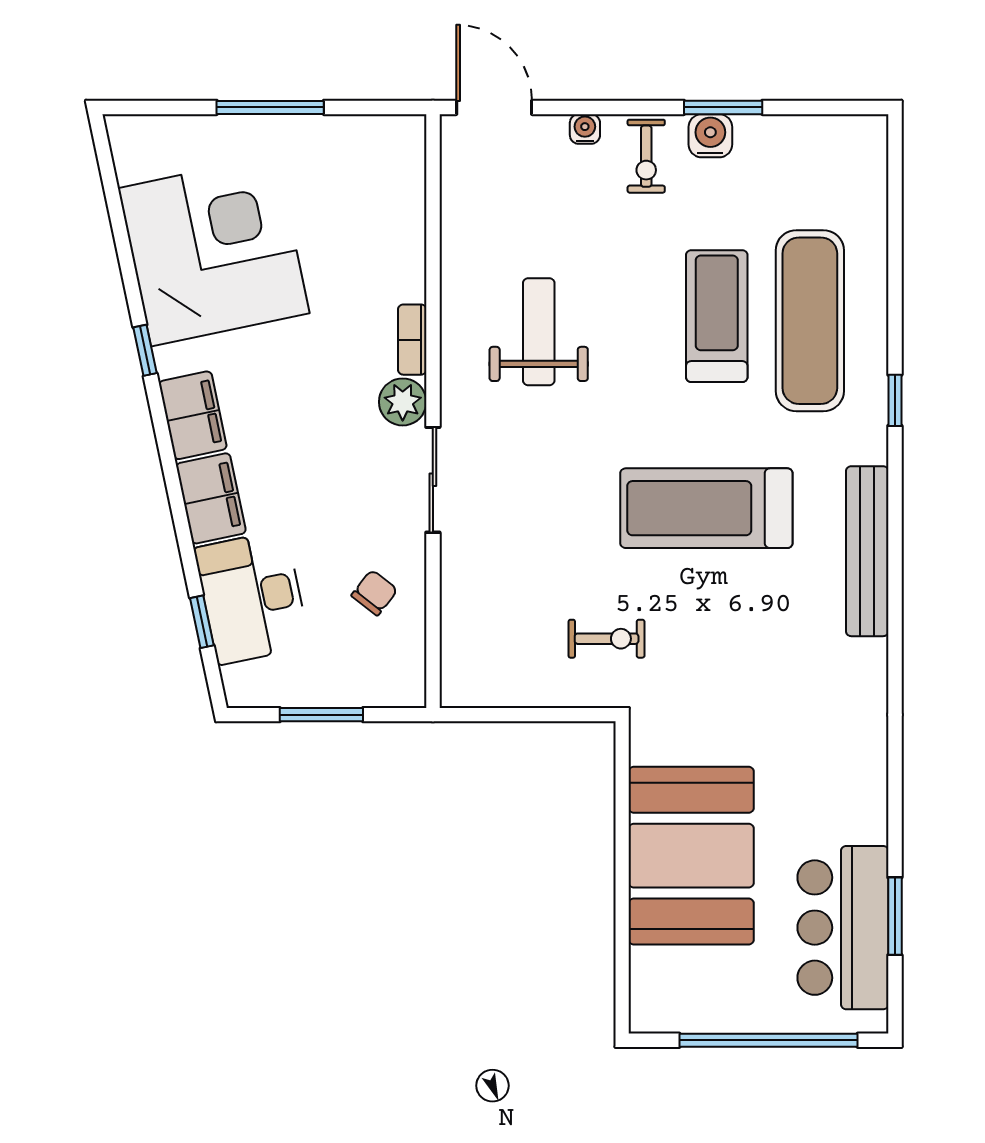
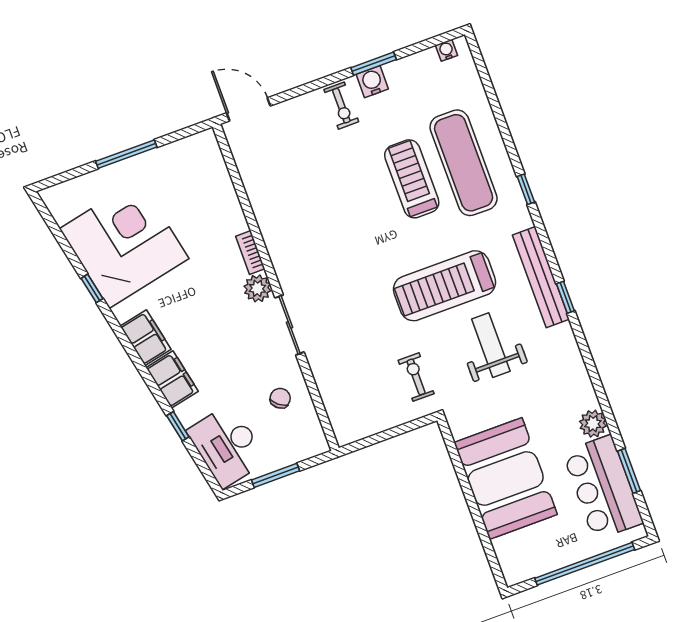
water cooler: (585, 129) -> (447, 50), moved
weight bench: (539, 332) -> (491, 345), moved
window: (145, 350) -> (92, 288), moved
desk: (252, 597) -> (227, 446), moved
window: (895, 598) -> (565, 297), added
window: (202, 622) -> (178, 426), moved
exercise bike: (607, 639) -> (416, 377), turned -90
plant: (865, 819) -> (593, 424), added

